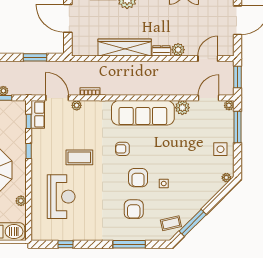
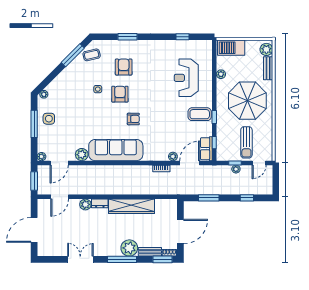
door: (68, 18) -> (180, 232), hinge flipped
door: (57, 98) -> (190, 163), swing flipped
window: (238, 127) -> (34, 124), moved
coffee table: (79, 157) -> (200, 114), moved
window: (129, 244) -> (128, 37), width x0.69

